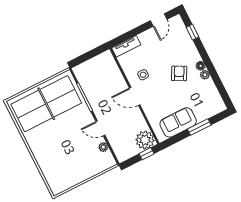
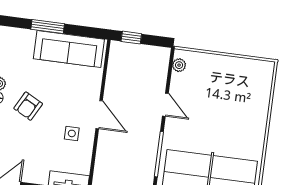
sofa: (178, 122) -> (69, 49), width x1.36
plant: (145, 140) -> (122, 55), removed
plant: (103, 147) -> (179, 65), moved

